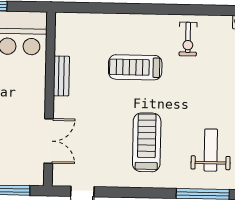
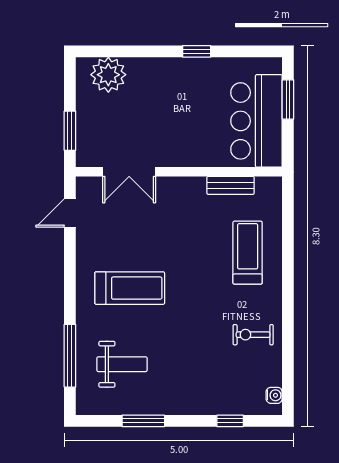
treadmill: (135, 67) -> (248, 253), moved
bench: (61, 76) -> (230, 185), moved

